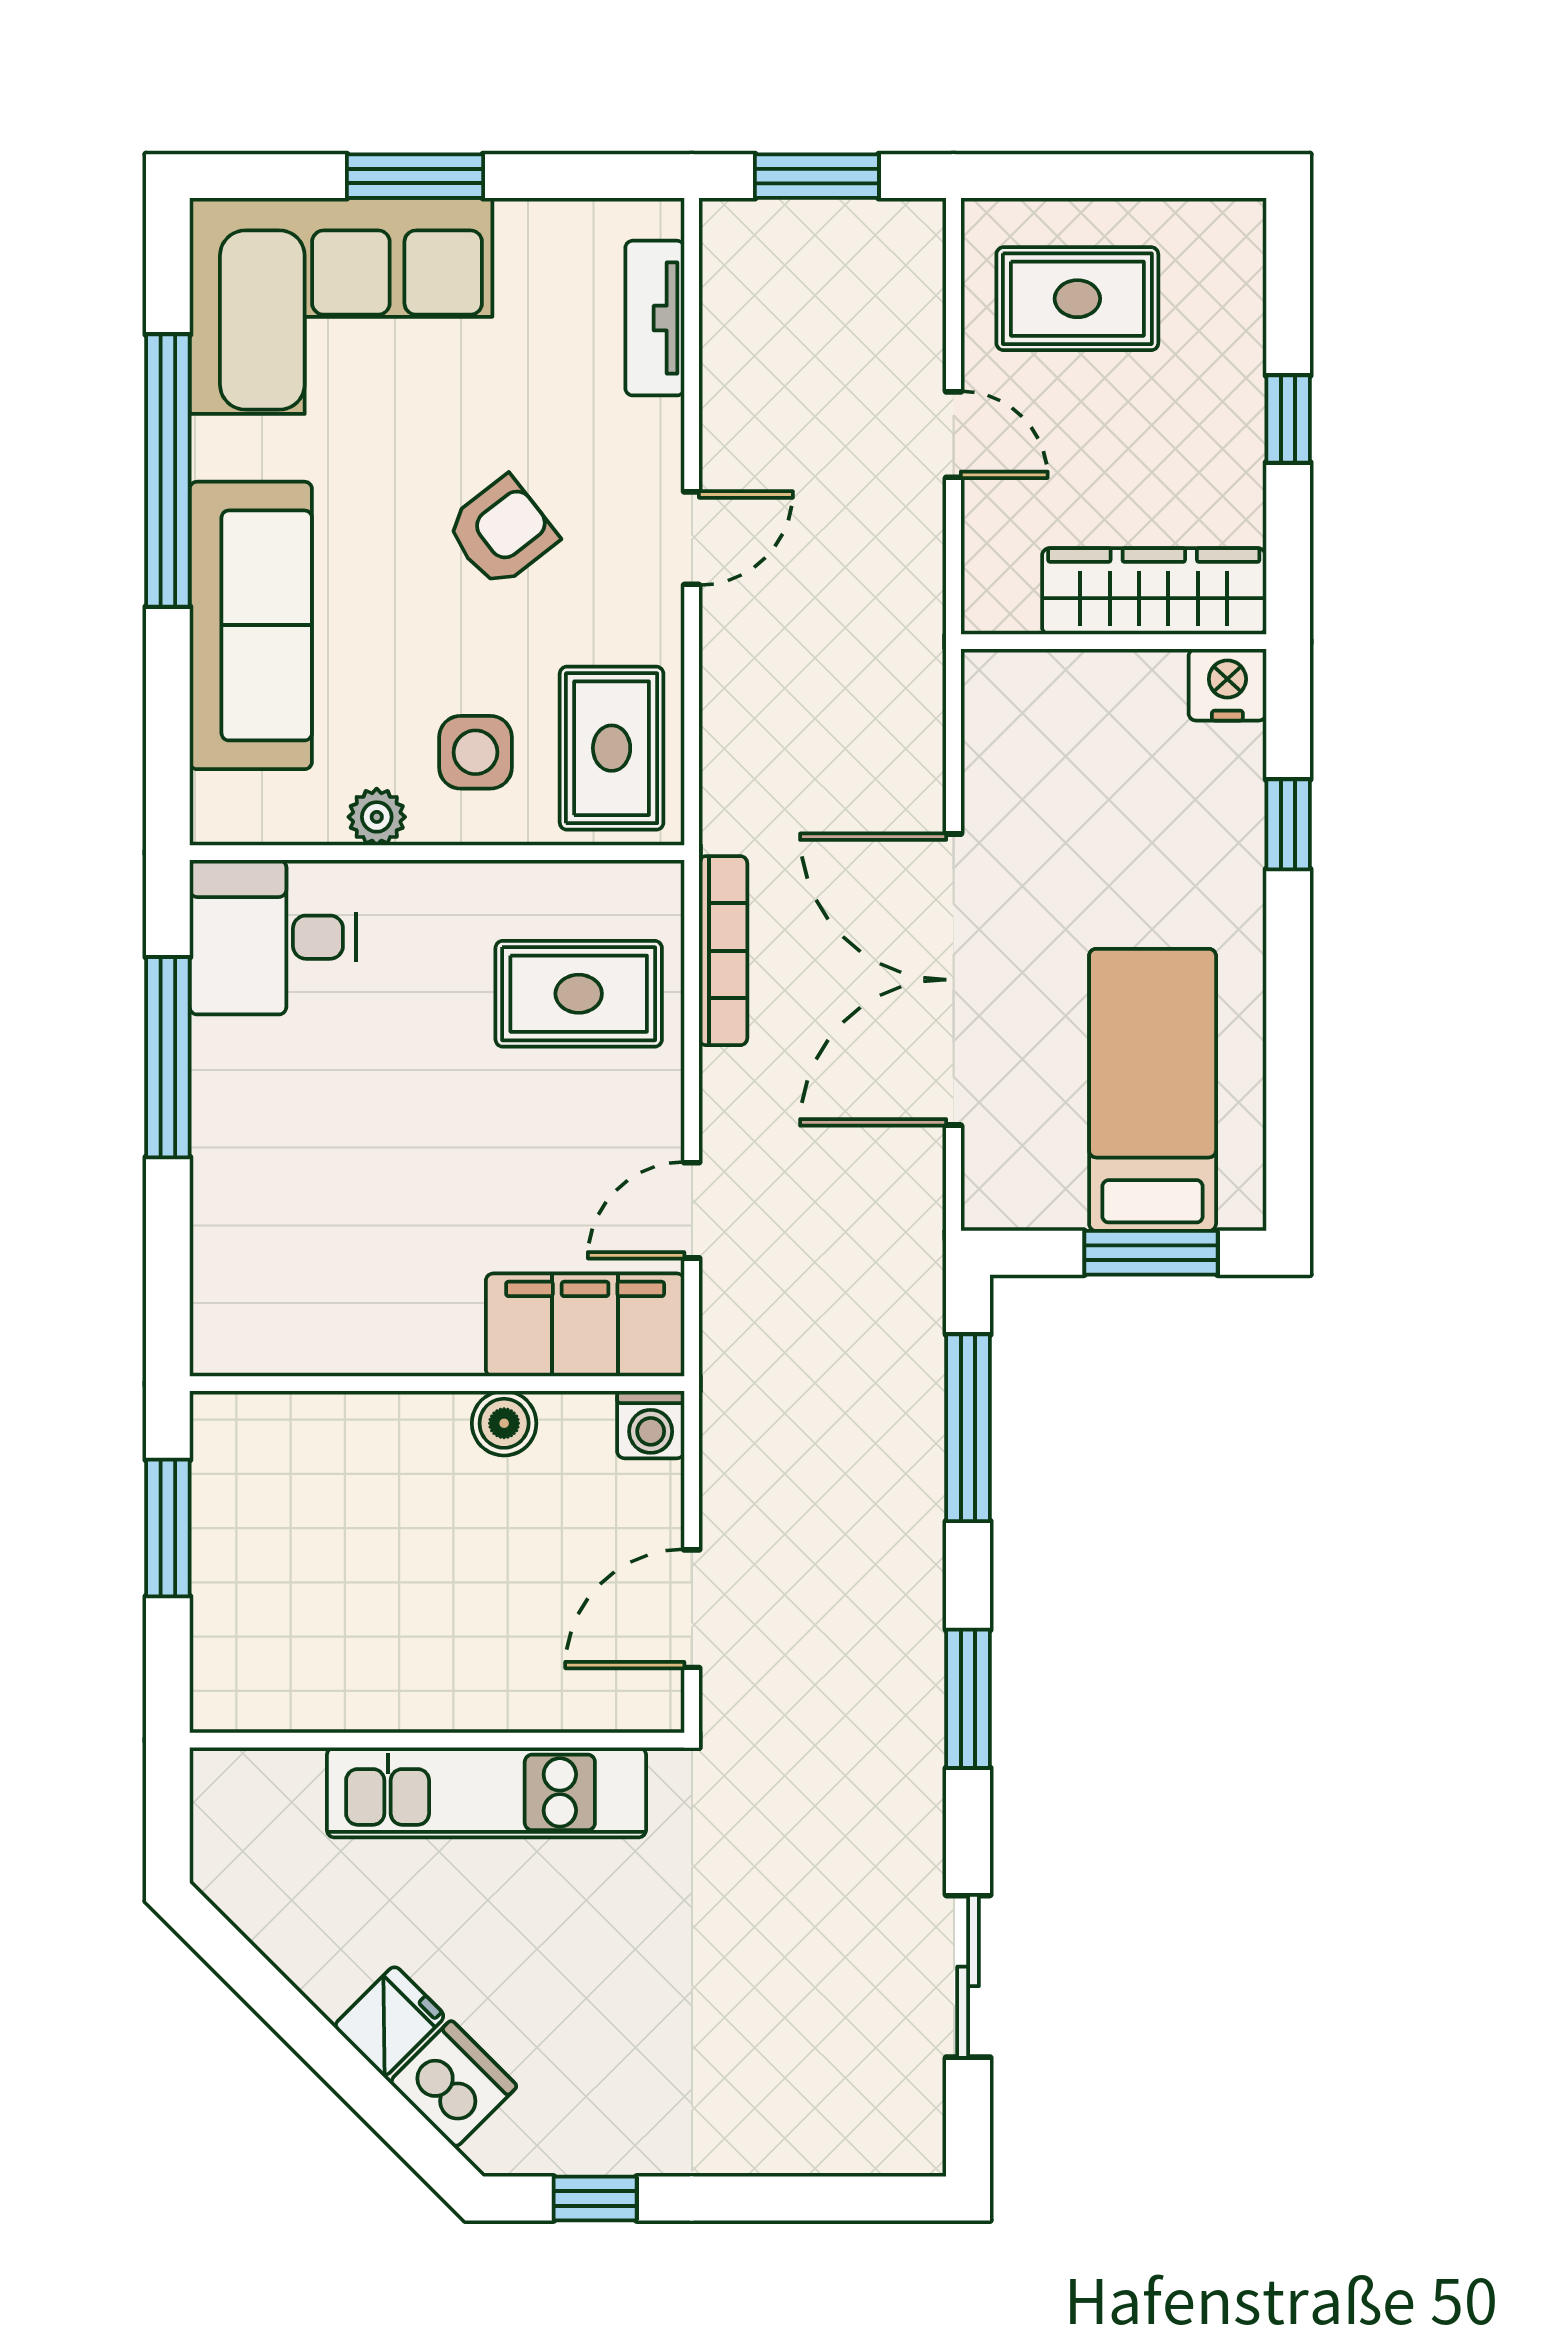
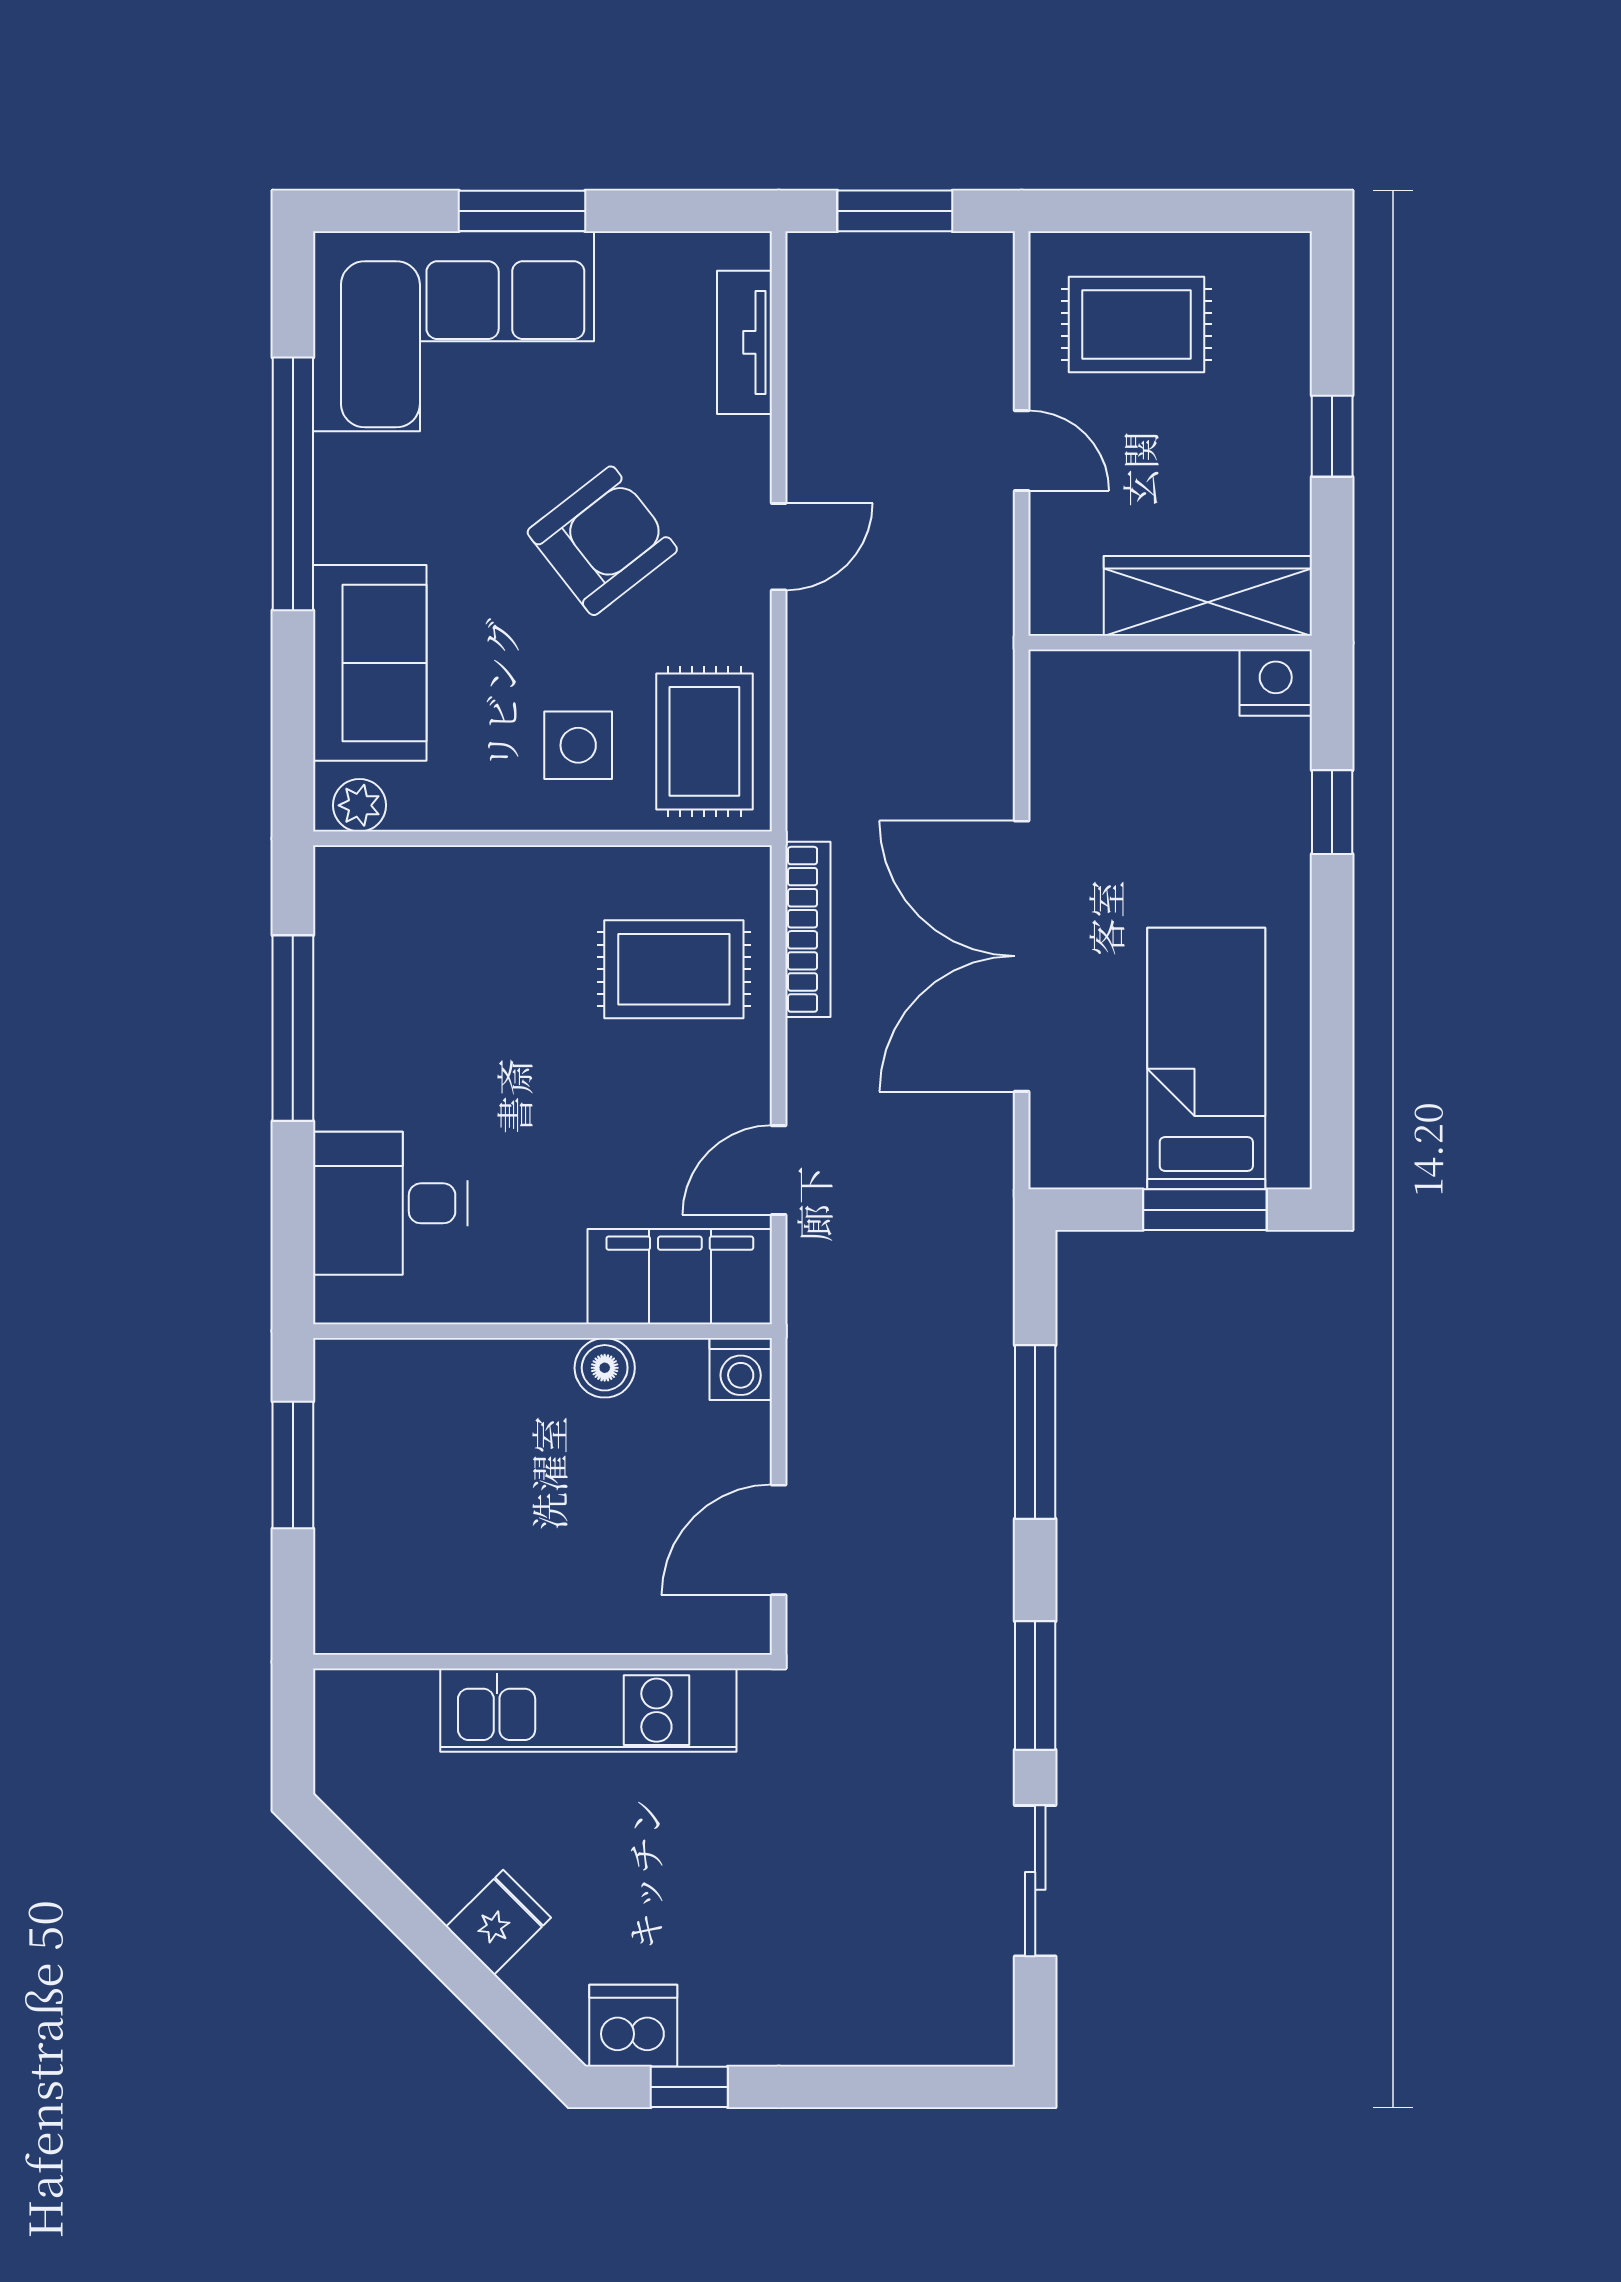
armchair: (501, 532) -> (602, 541), width x1.38, depth x1.38
sofa: (251, 625) -> (370, 663), width x0.73
plant: (377, 817) -> (360, 805), moved
desk: (273, 937) -> (390, 1203), moved
window: (968, 1428) -> (1035, 1432), moved
window: (968, 1699) -> (1035, 1685), moved
dishwasher: (453, 2084) -> (633, 2026), moved, turned -45

